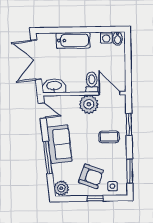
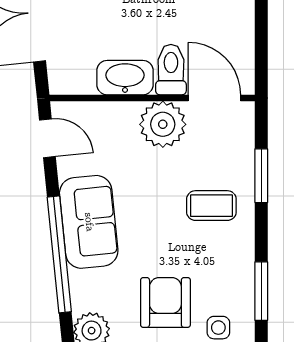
washbasin: (54, 86) -> (125, 78), moved
window: (48, 158) -> (59, 254), width x1.46
armchair: (91, 176) -> (165, 302), turned -110

